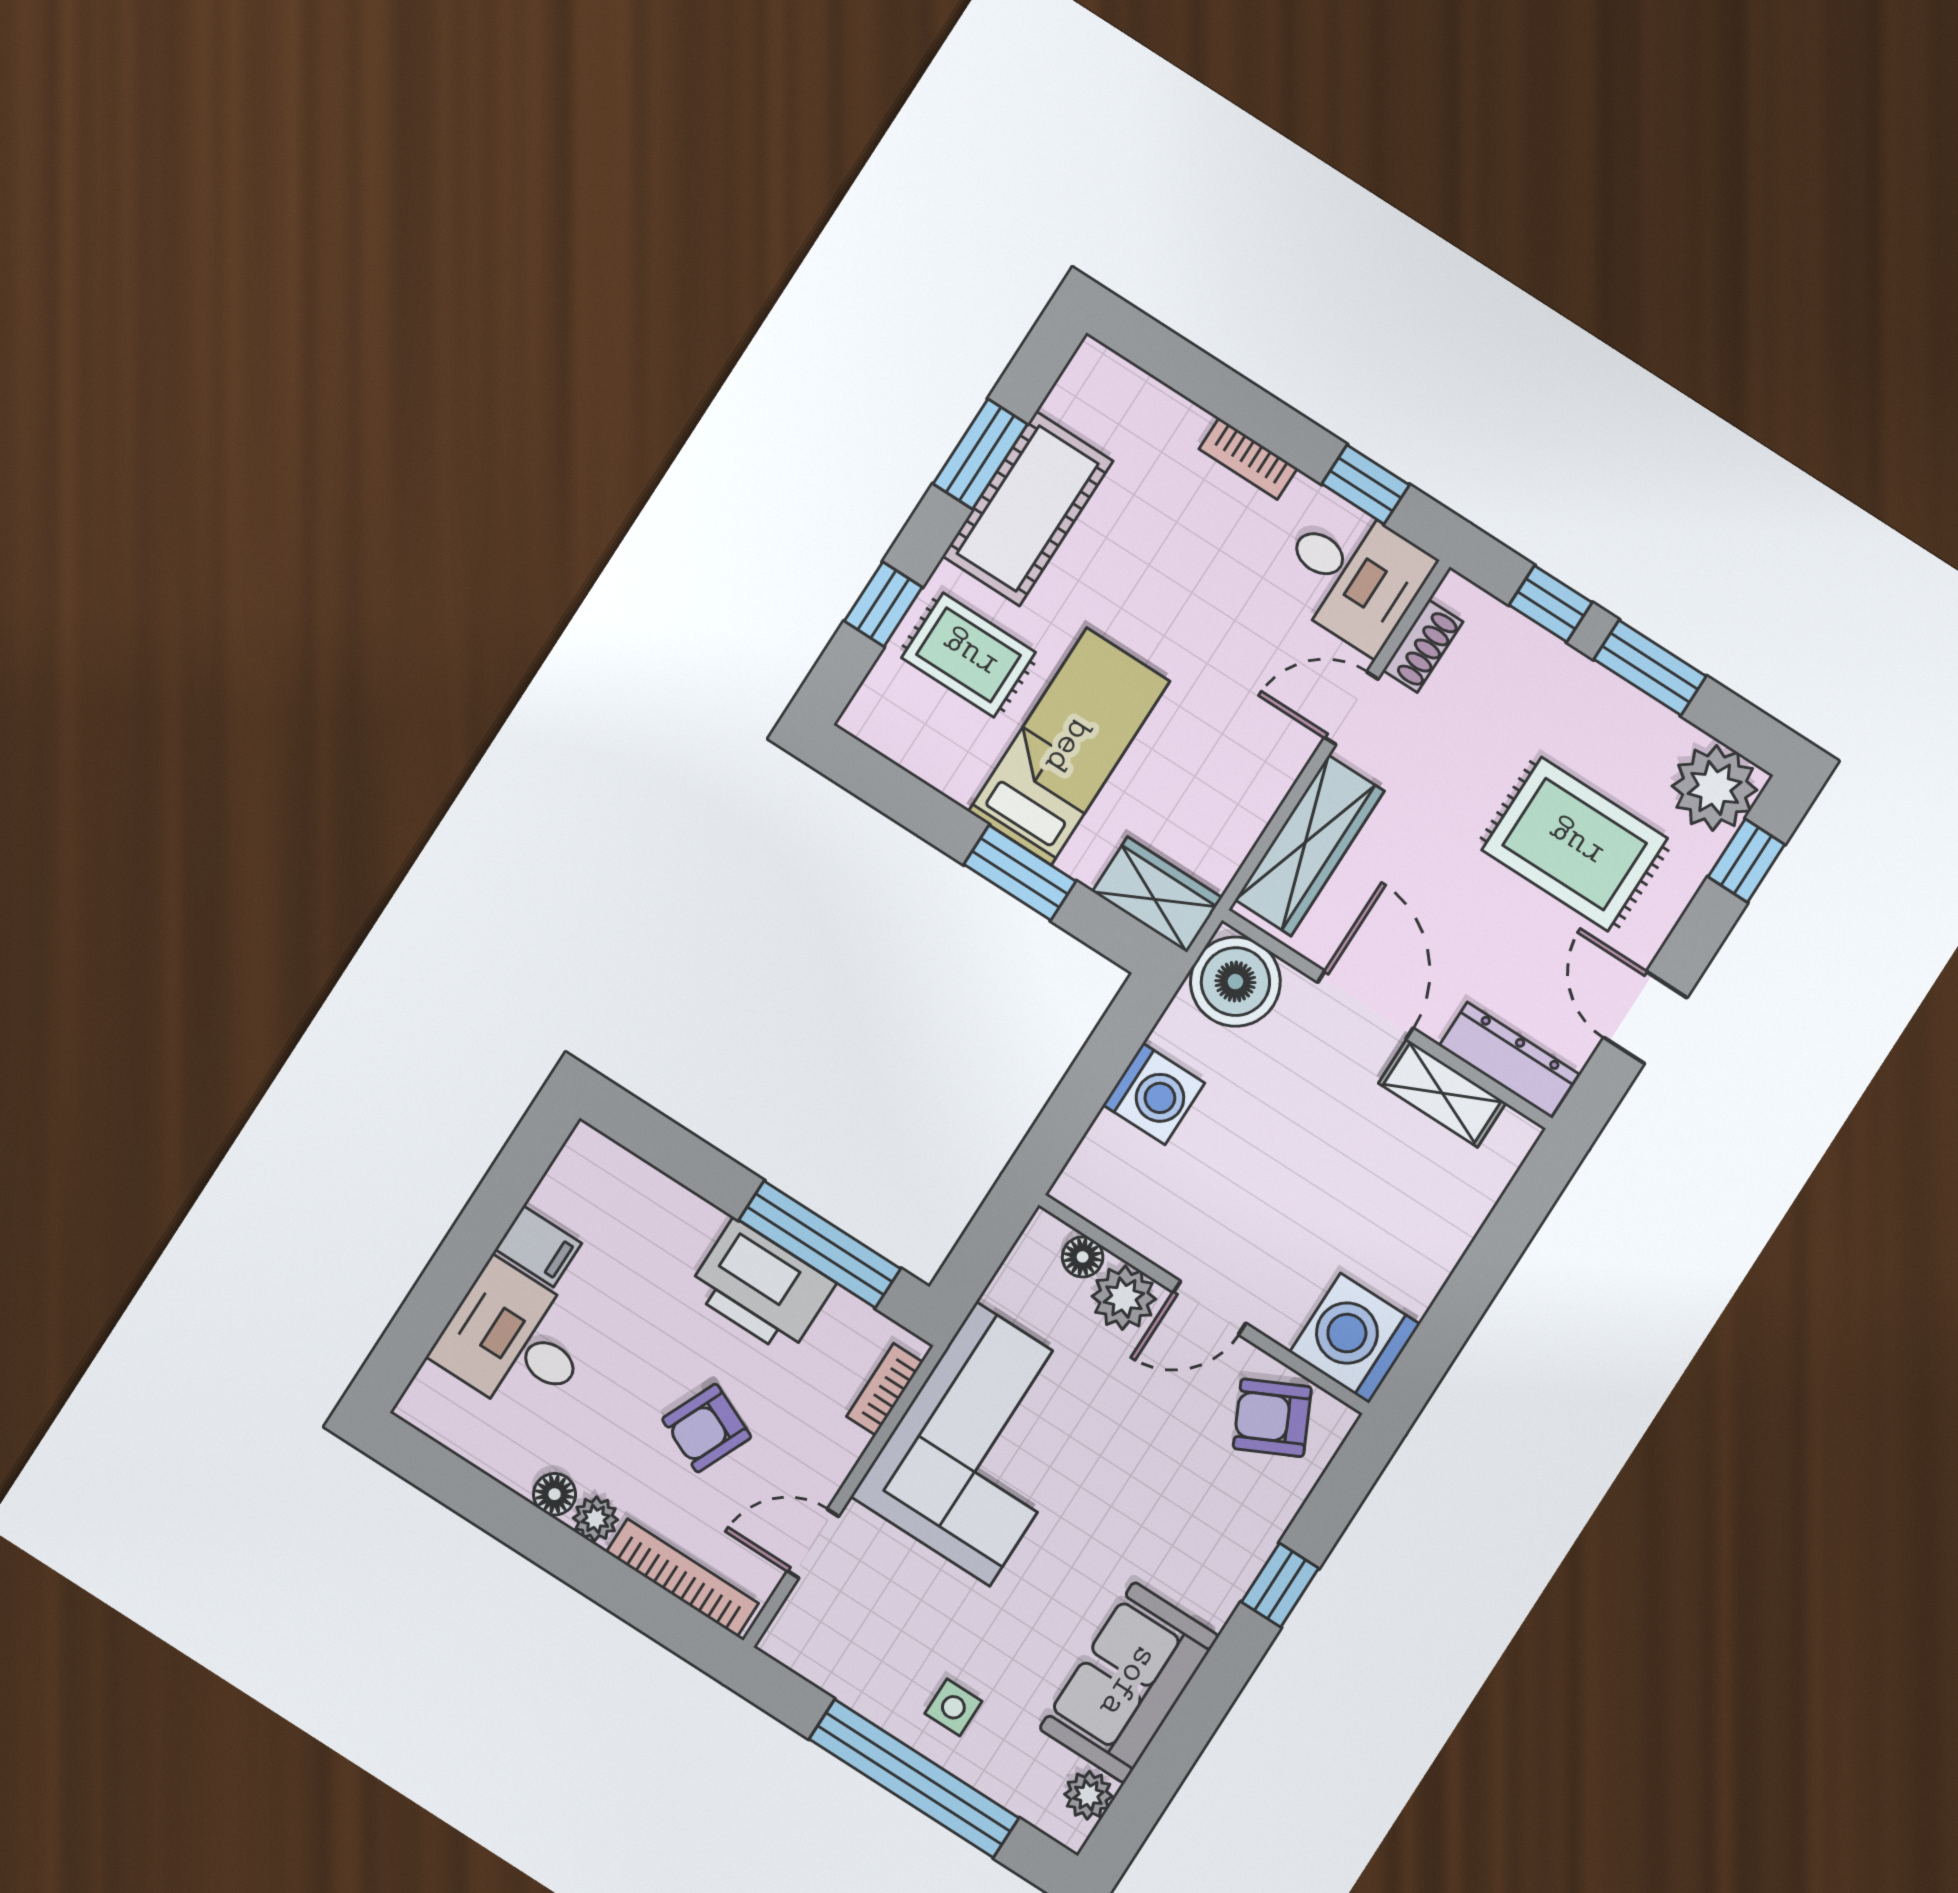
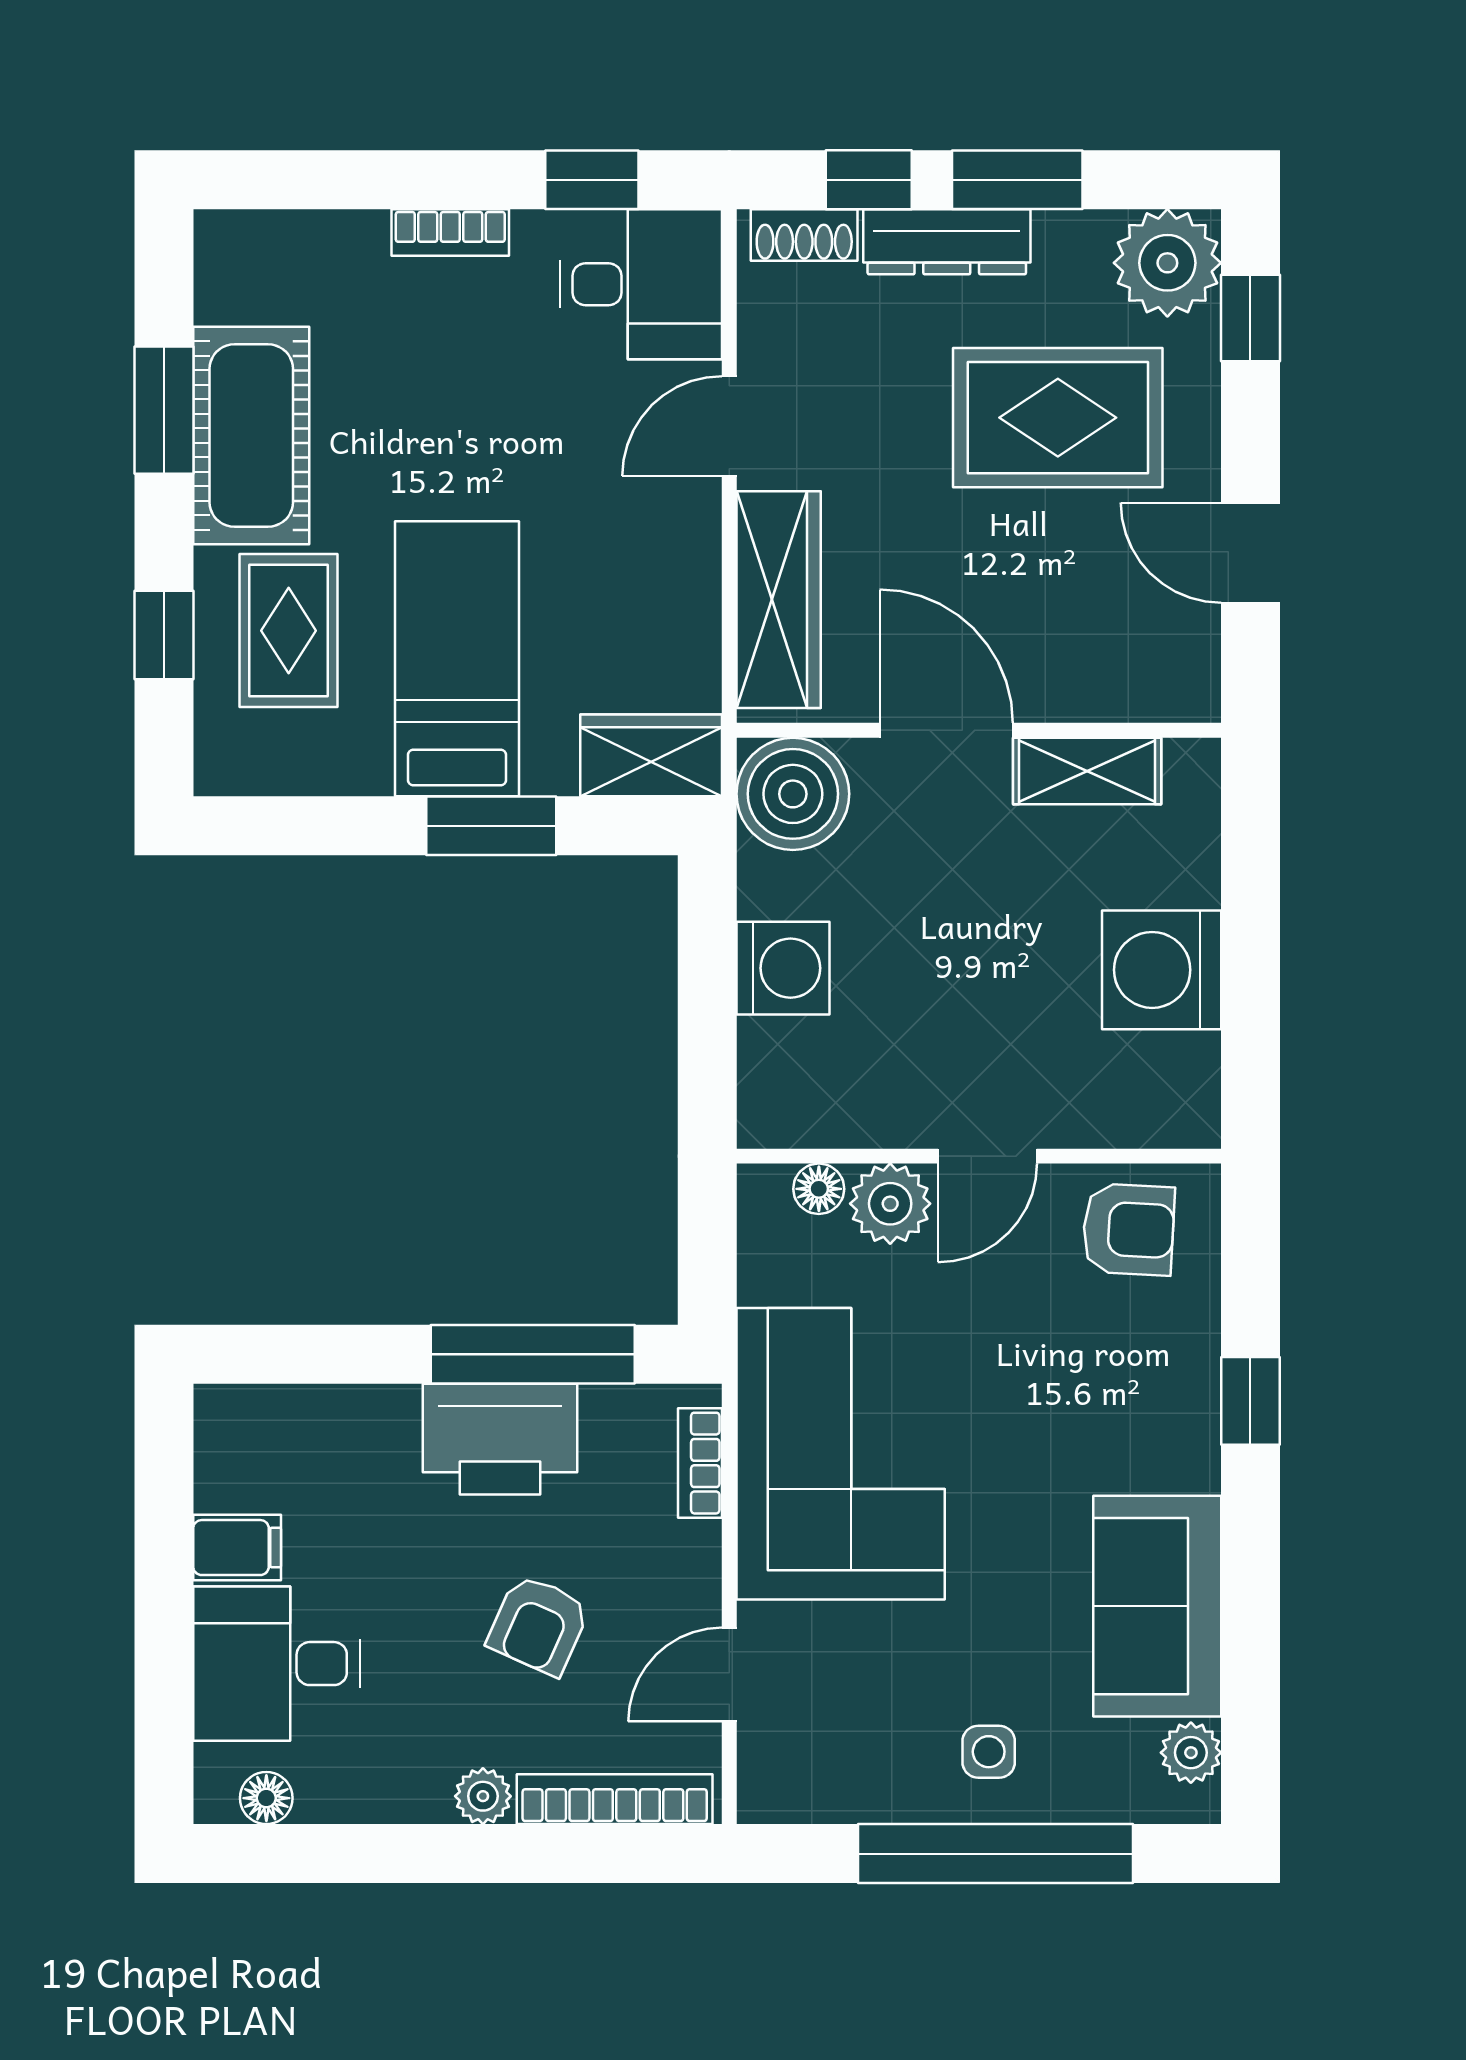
shoe rack: (1423, 646) -> (804, 235), moved, turned 90
rug: (969, 655) -> (289, 631), turned 90
dresser: (1509, 1060) -> (947, 242), moved, turned 180
washing machine: (1355, 1338) -> (1162, 970), moved
armchair: (1272, 1418) -> (1128, 1229), turned -151
floor lamp: (555, 1494) -> (266, 1798), moved

